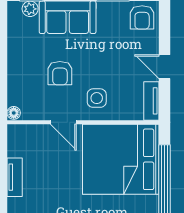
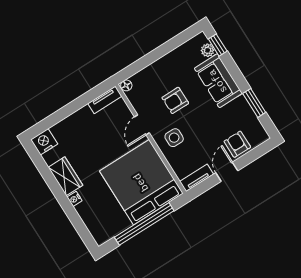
armchair: (142, 17) -> (237, 144), moved, turned 90
tv unit: (15, 177) -> (105, 100), moved

